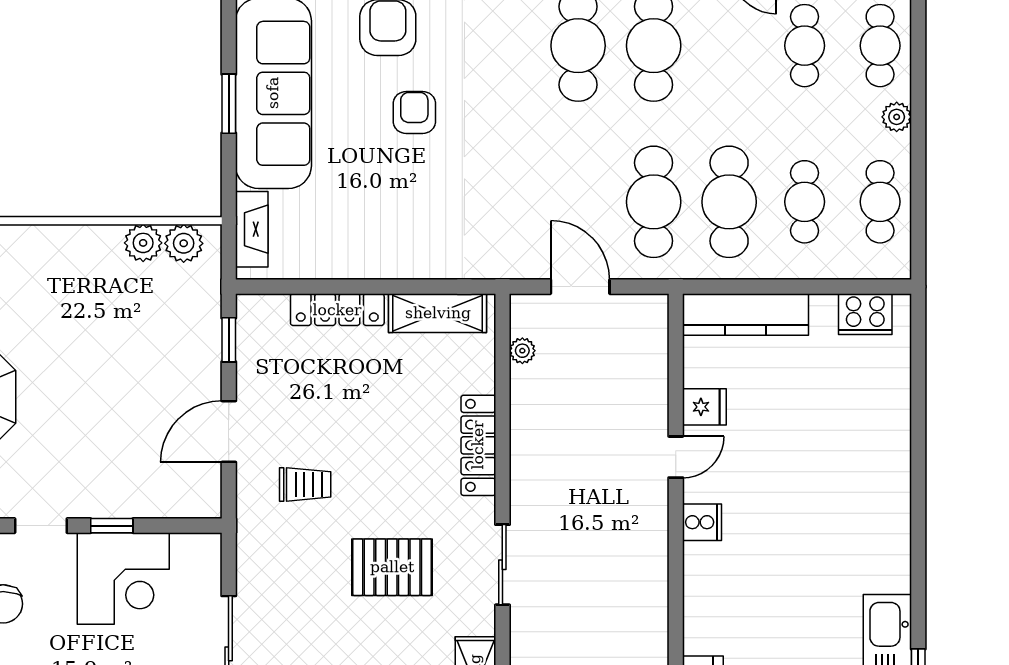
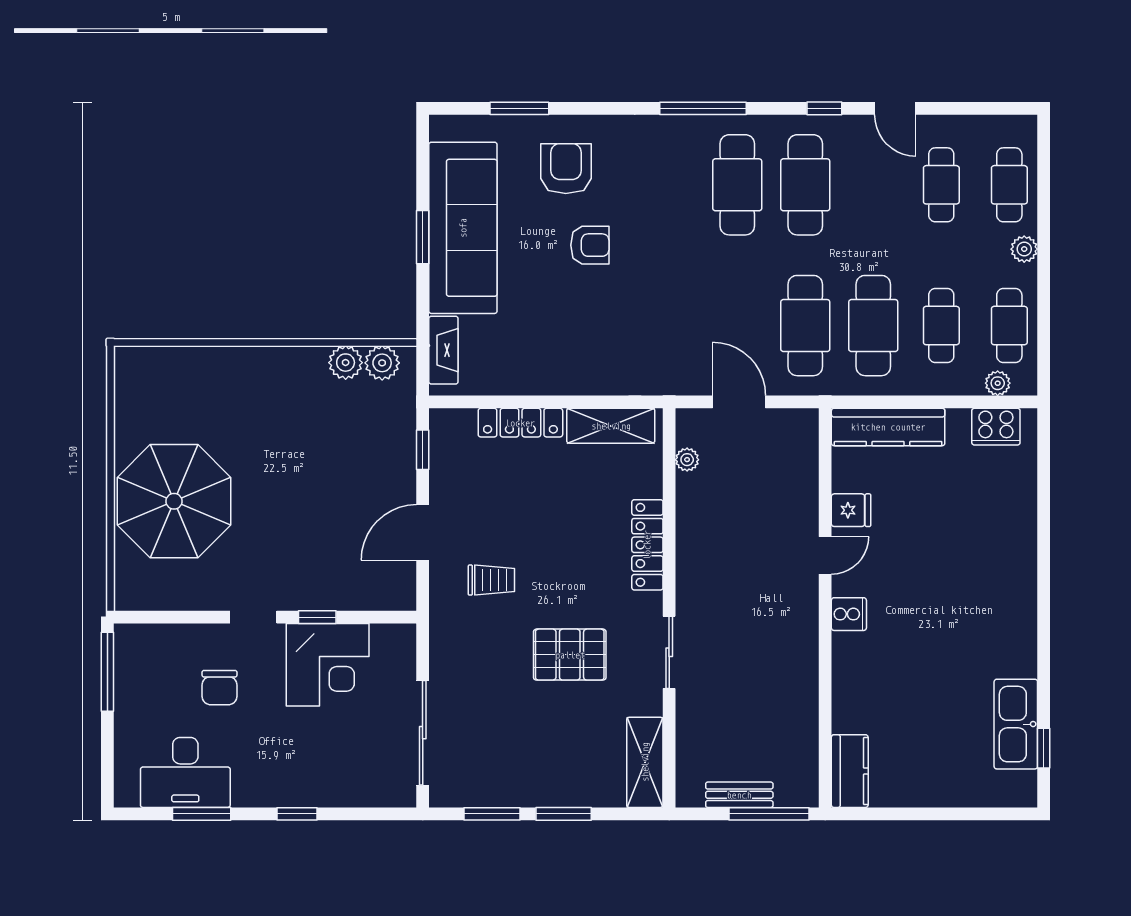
armchair: (414, 113) -> (590, 245), turned 90
plant: (867, 266) -> (998, 383), added

